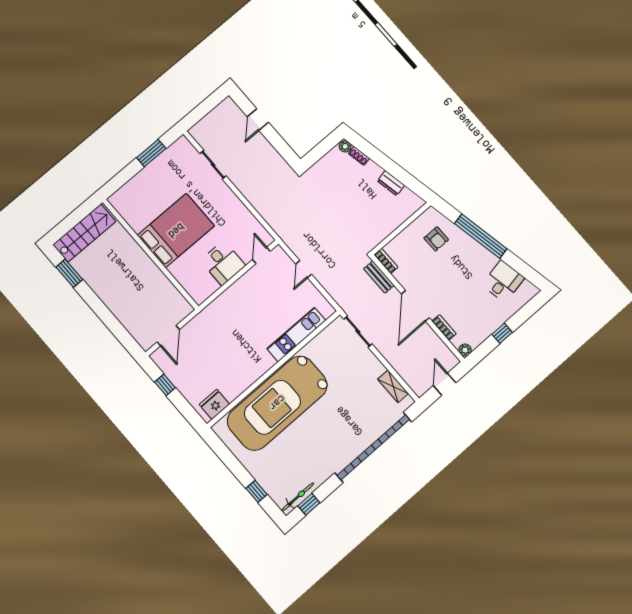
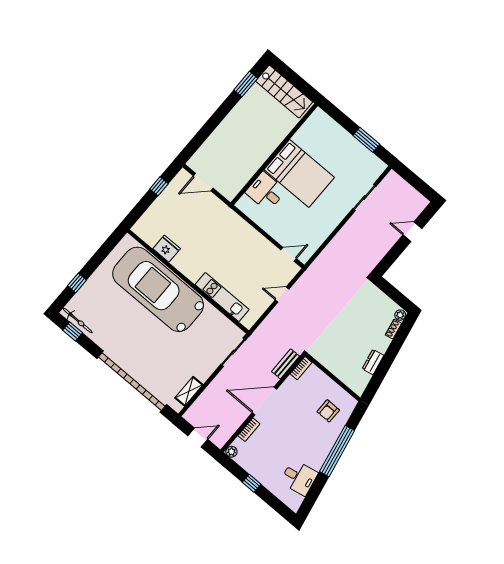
desk: (223, 263) -> (266, 192), moved, turned 90
fridge: (214, 404) -> (167, 249), moved

